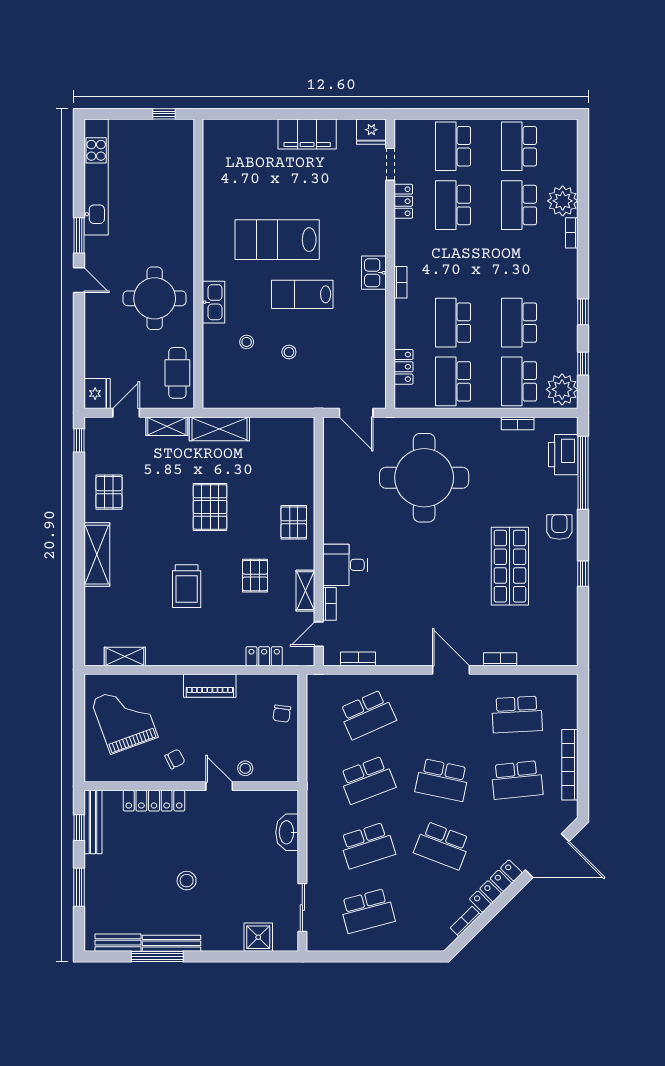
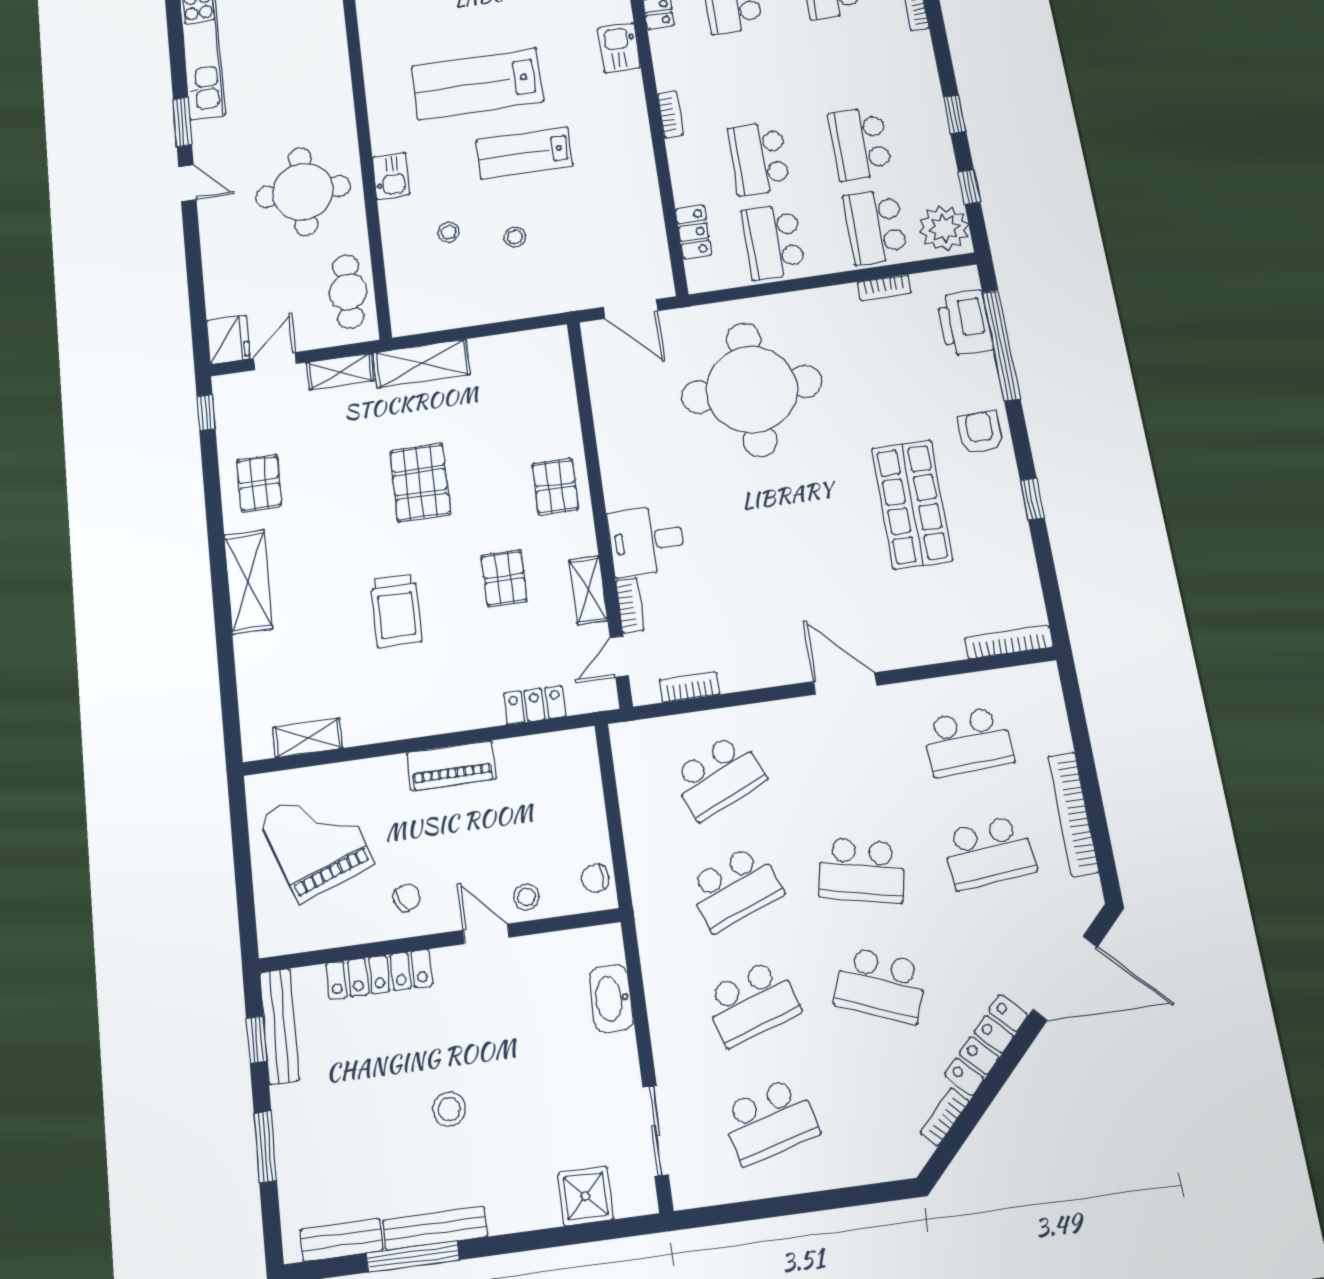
kitchen sink: (374, 273) -> (619, 48), moved
kitchen sink: (214, 302) -> (391, 176), width x0.73
bookcase: (500, 659) -> (1009, 642), moved, width x1.56
chair: (282, 714) -> (595, 878), moved, turned 78

